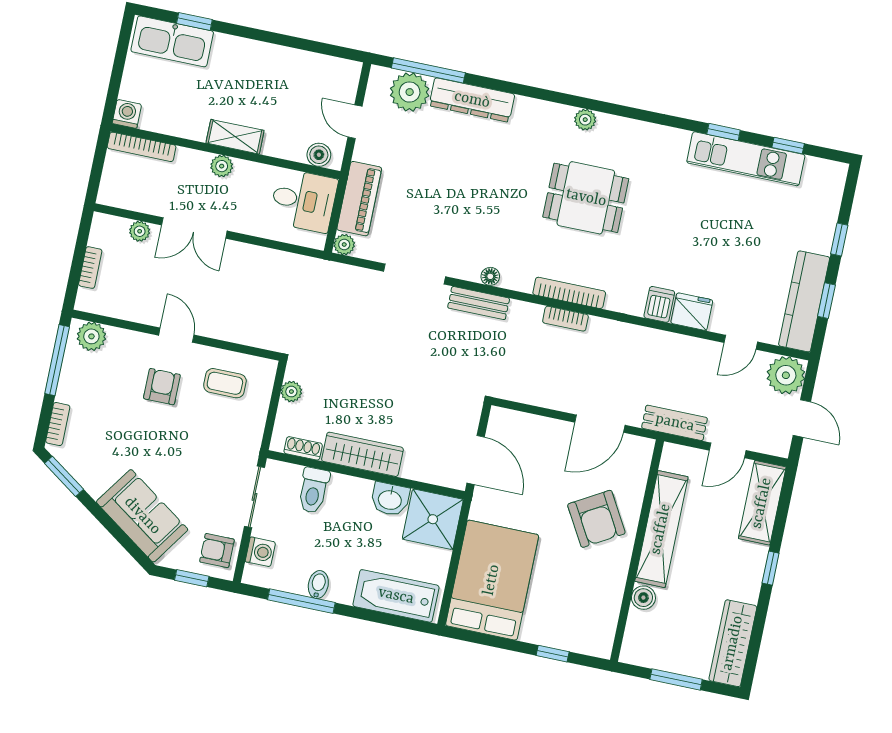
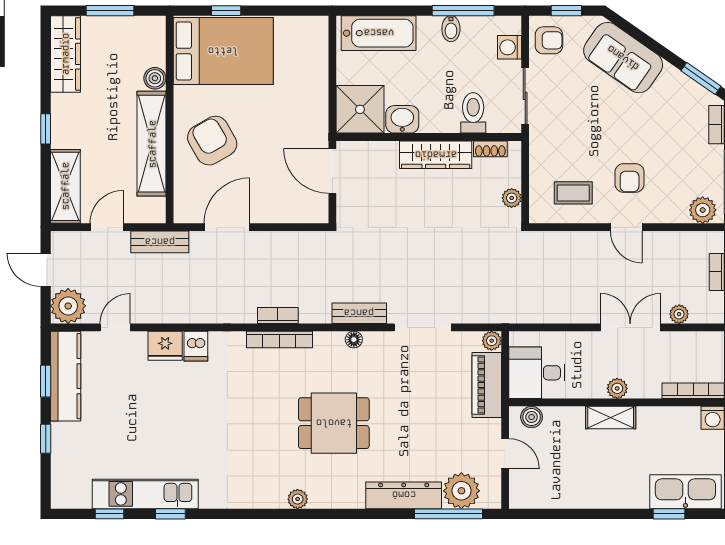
dining table: (586, 198) -> (334, 423), moved
bed: (492, 580) -> (223, 51), moved, turned -90

